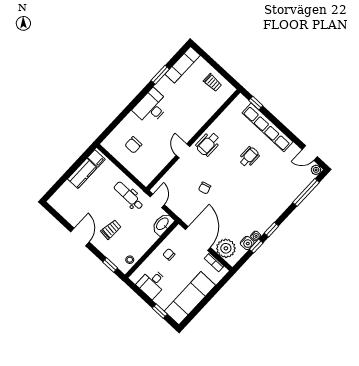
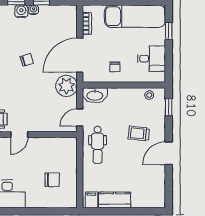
chair: (205, 188) -> (27, 60), moved
water cooler: (247, 243) -> (21, 11), moved
plant: (226, 248) -> (66, 86), moved

